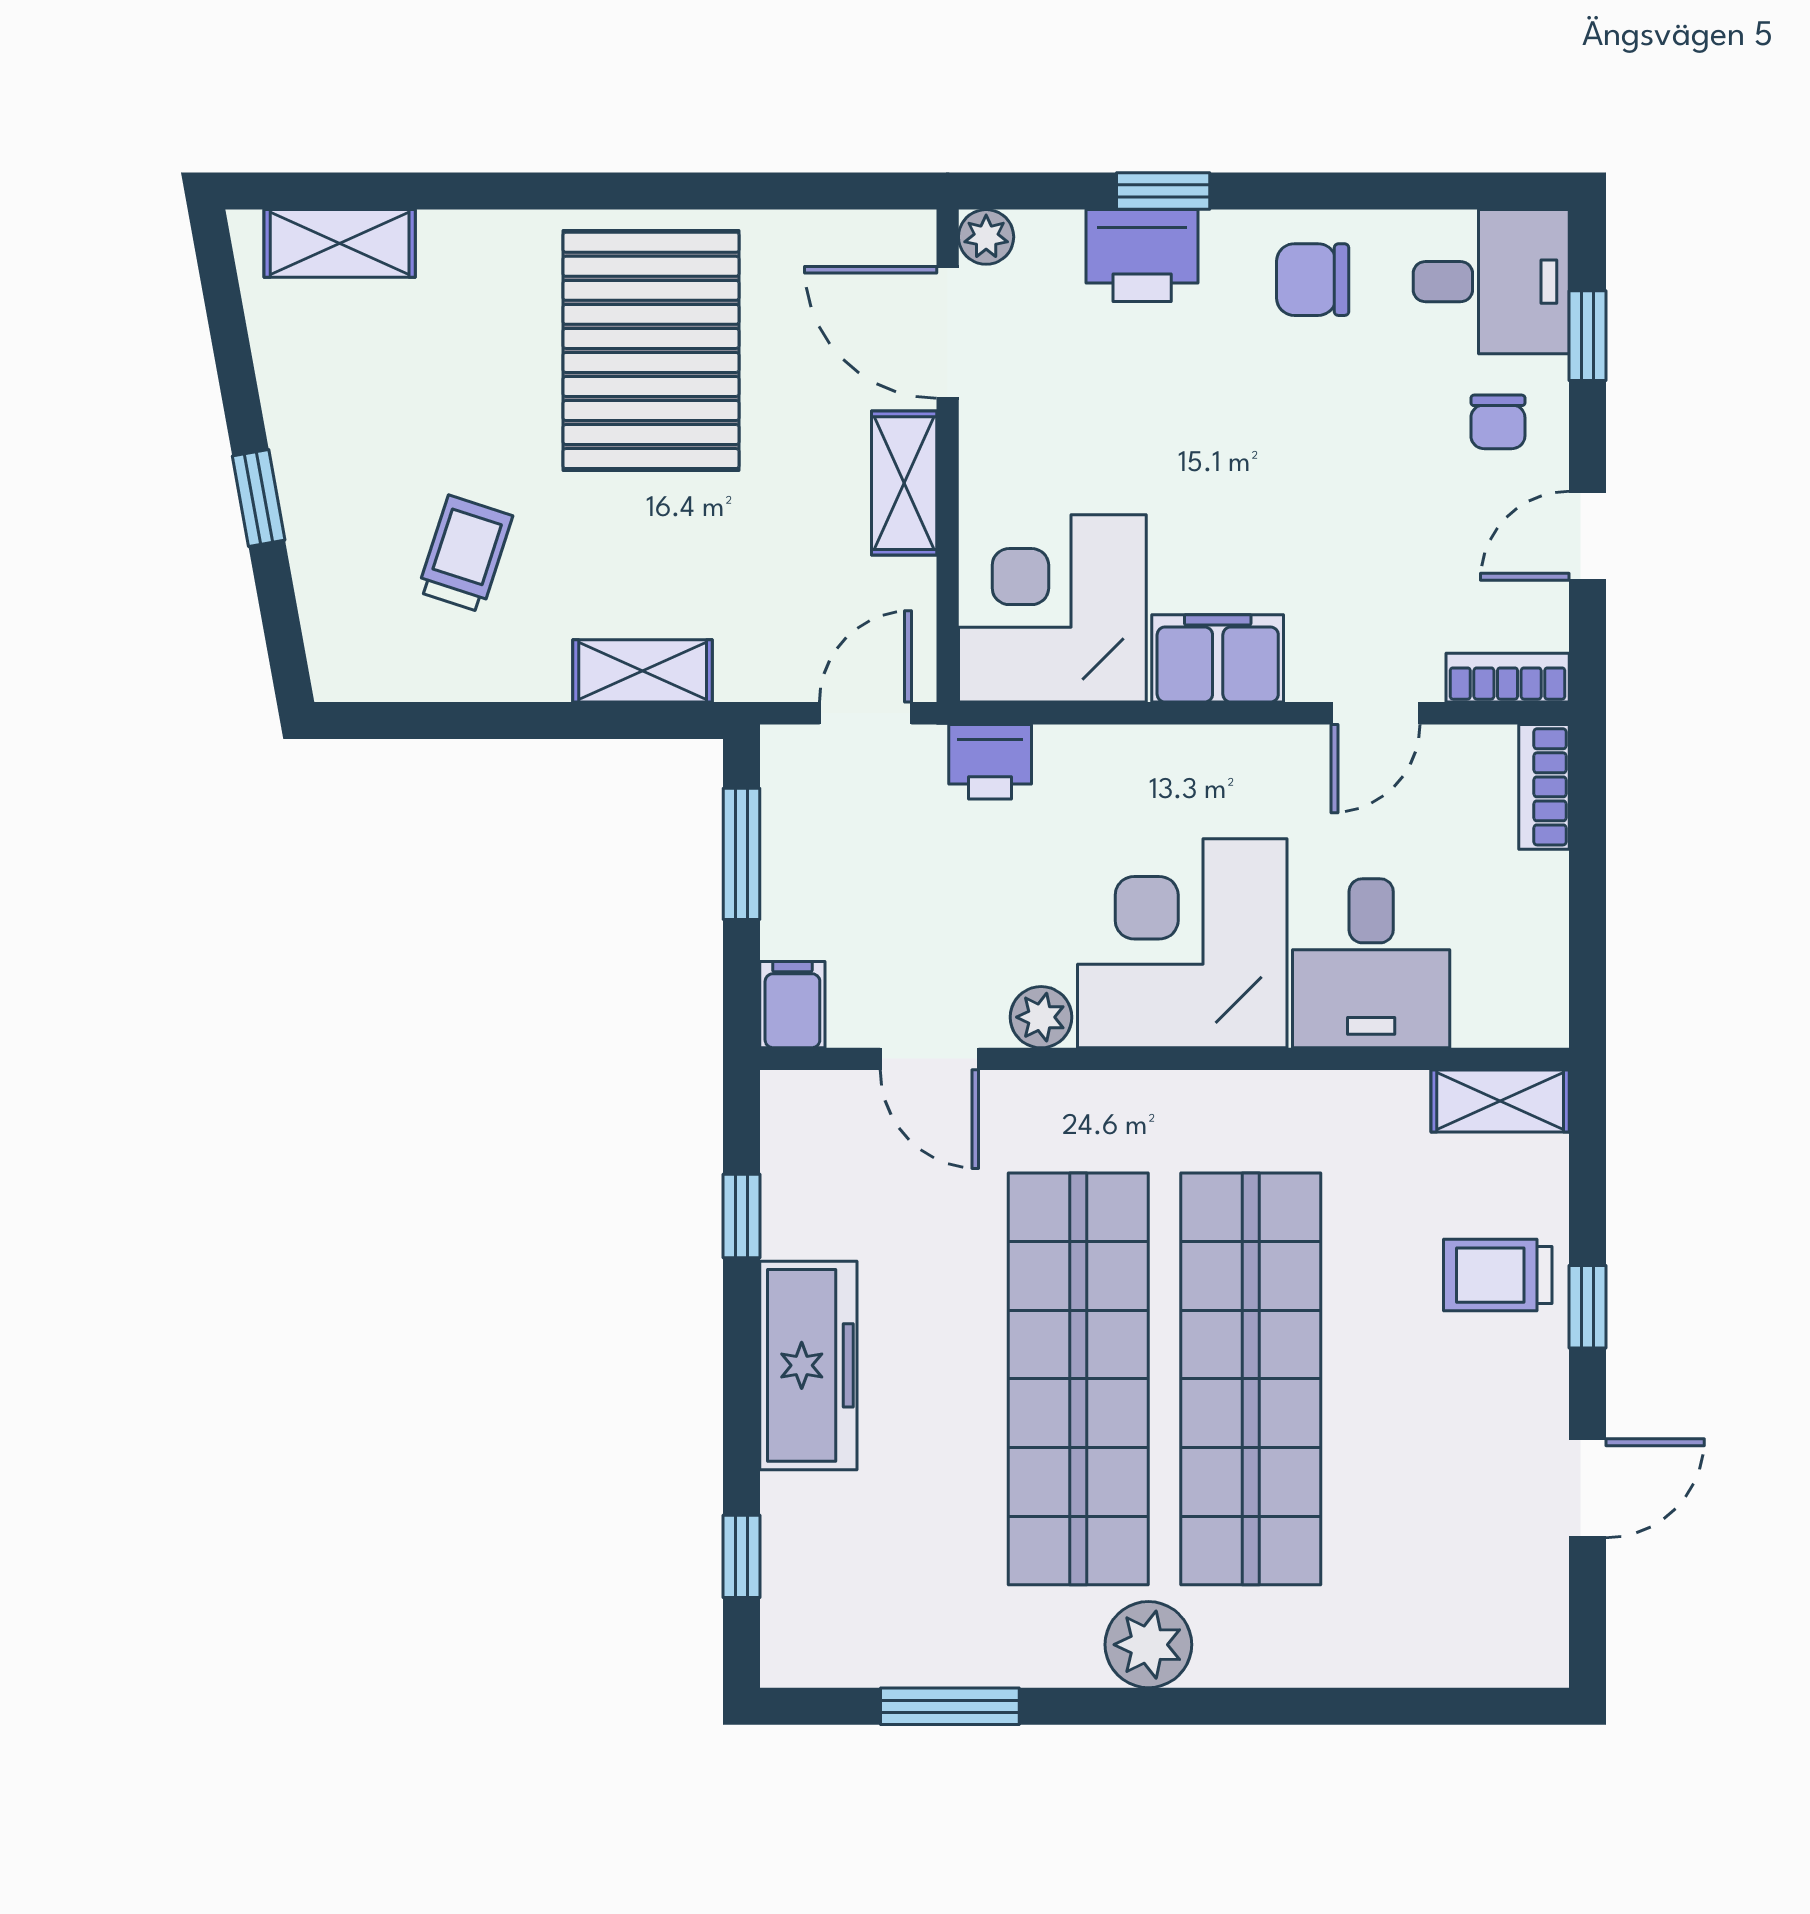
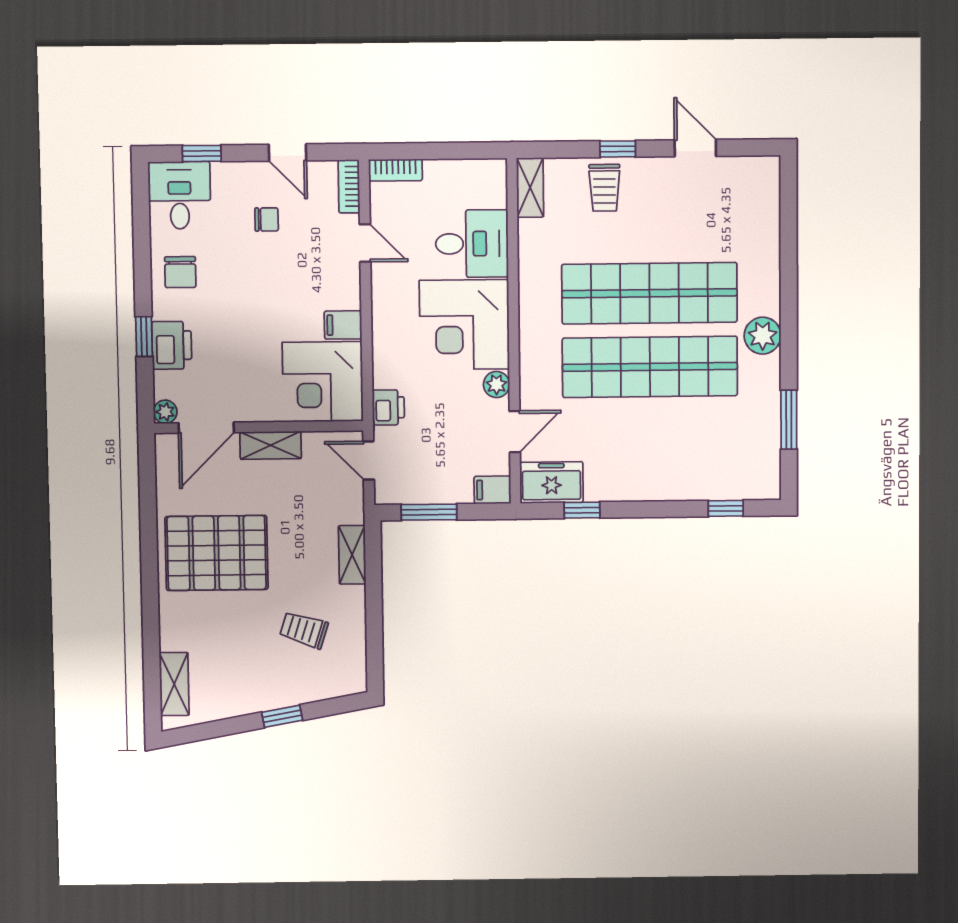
chair: (1498, 422) -> (267, 219), moved
filing cabinet: (1218, 658) -> (343, 325), width x0.50
freezer: (808, 1365) -> (552, 482), moved, width x0.71

